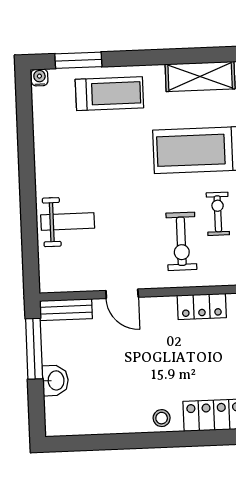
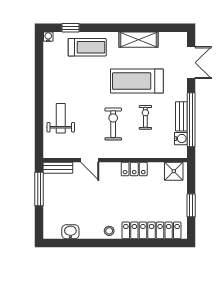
window: (78, 60) -> (70, 28), width x0.67
weight bench: (68, 222) -> (61, 118), turned -90
exercise bike: (181, 241) -> (113, 124), moved, turned 180
washbasin: (55, 380) -> (70, 232), moved, turned -90

